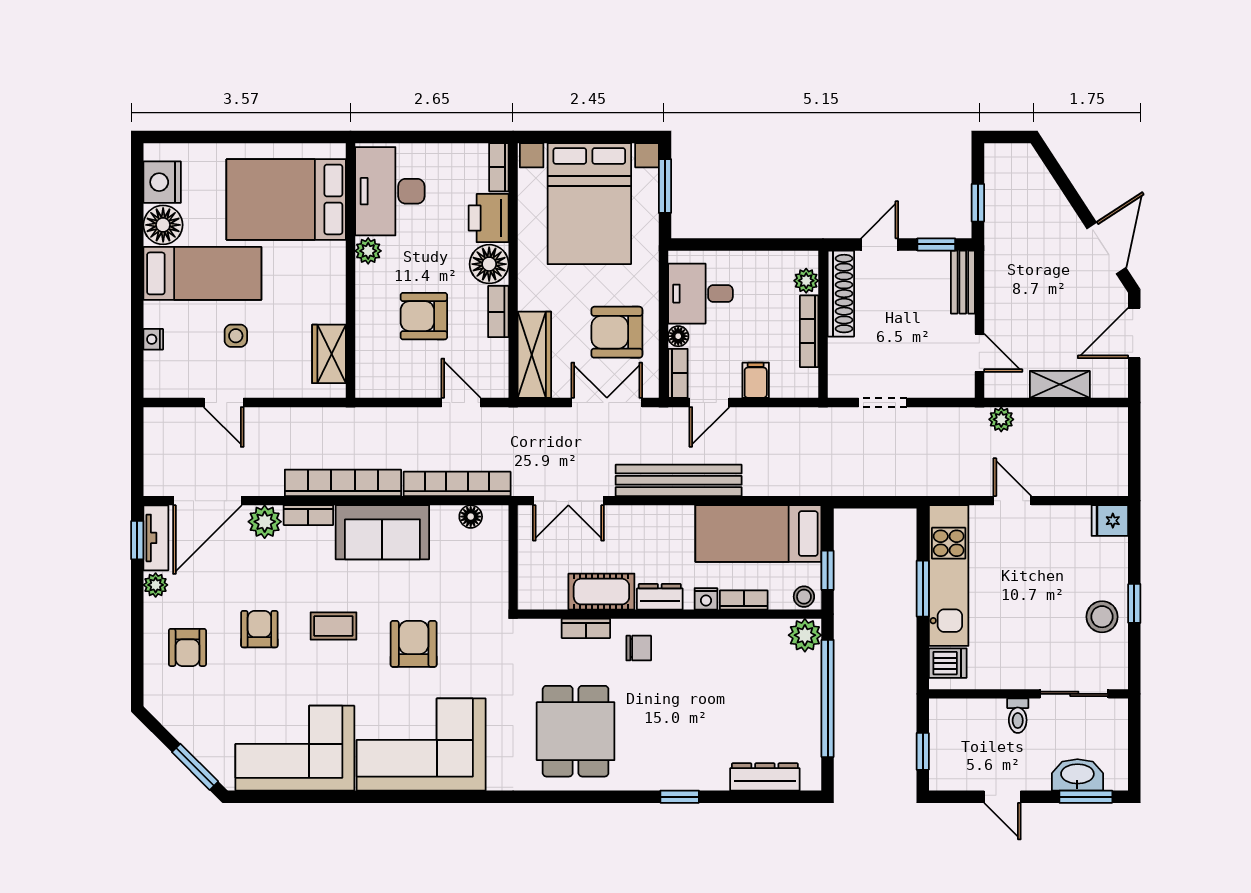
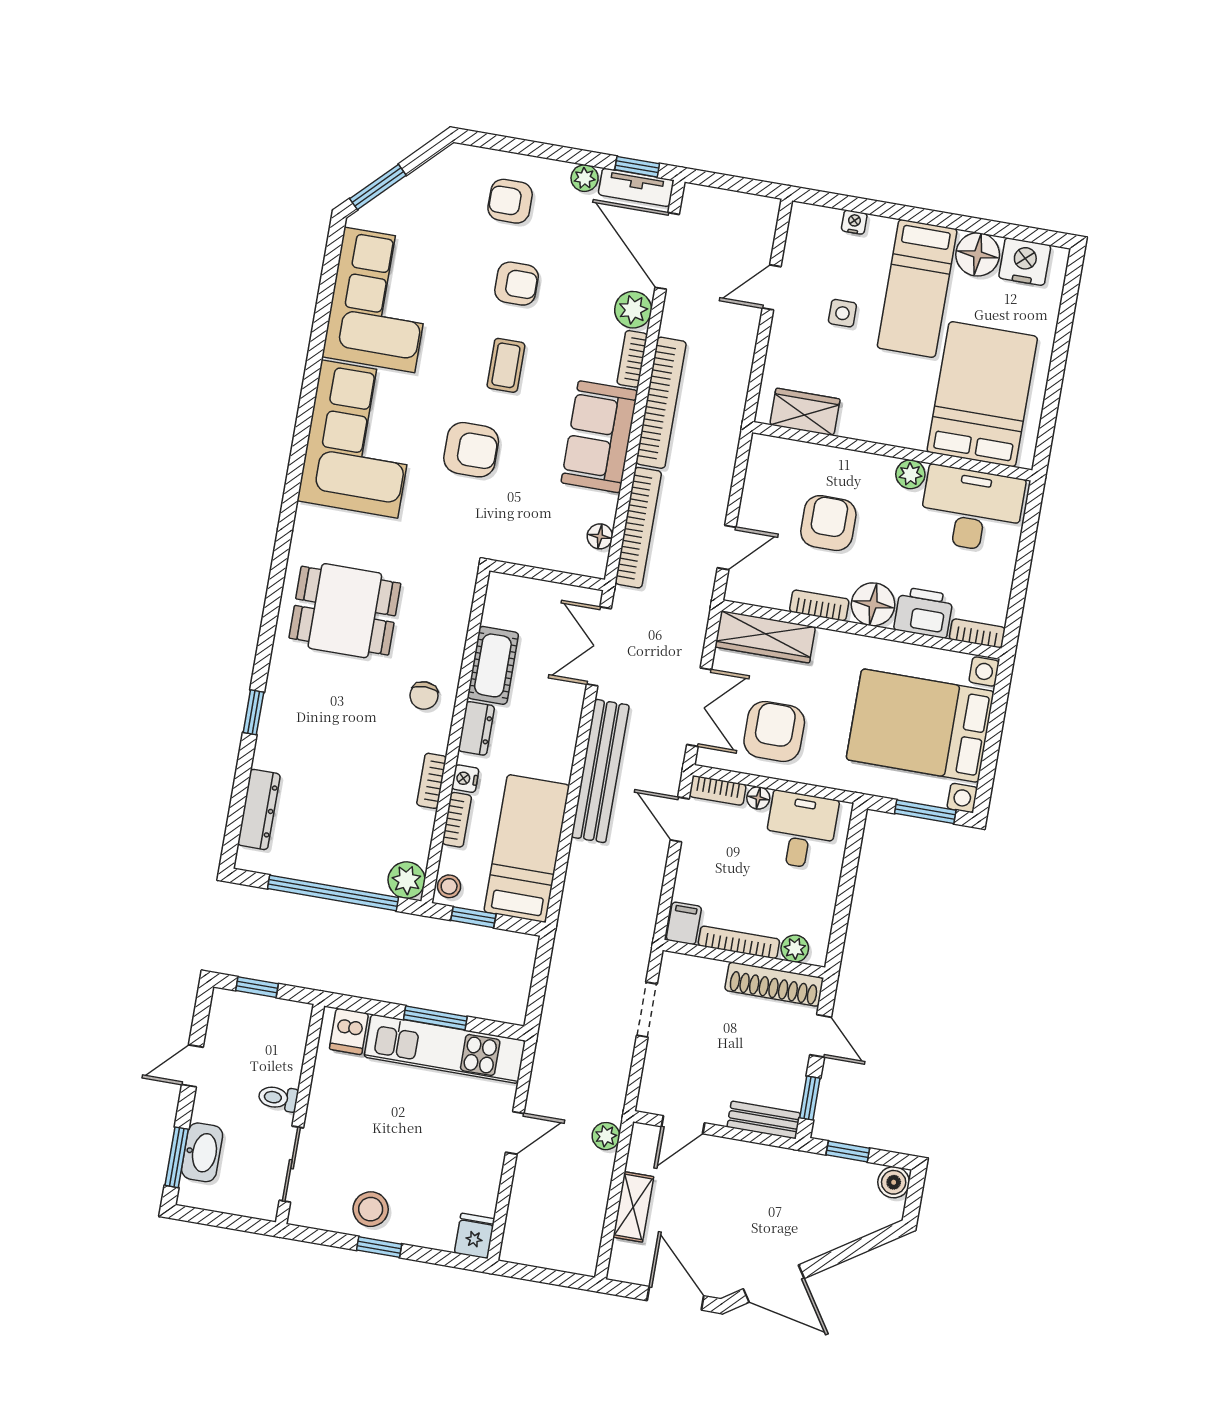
boiler: (998, 157) -> (894, 1182), added
filing cabinet: (756, 380) -> (684, 923), moved, turned -90
bookcase: (586, 628) -> (431, 781), moved

